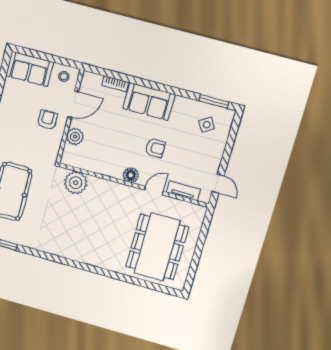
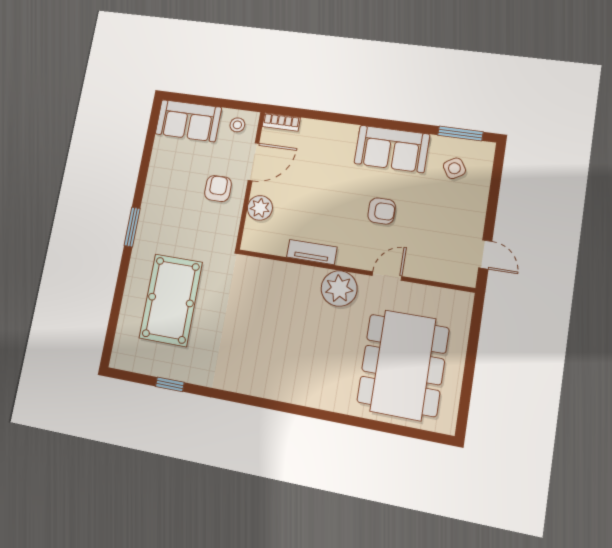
bookcase: (115, 84) -> (281, 122), moved
sofa: (149, 102) -> (392, 149), moved
floor lamp: (131, 175) -> (349, 256), removed
plant: (76, 183) -> (339, 289), moved
tv unit: (183, 191) -> (312, 252), moved

